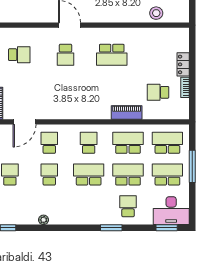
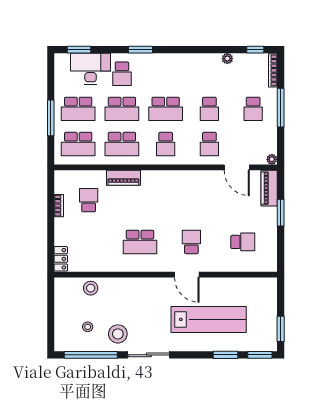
school desk: (19, 55) -> (243, 242), turned 180
school desk: (112, 55) -> (140, 242), turned 180
locker: (183, 64) -> (61, 259), moved
school desk: (158, 92) -> (89, 200), turned -90
door: (25, 122) -> (237, 167), swing flipped
desk: (171, 211) -> (91, 69), moved
plant: (43, 220) -> (227, 59), moved

